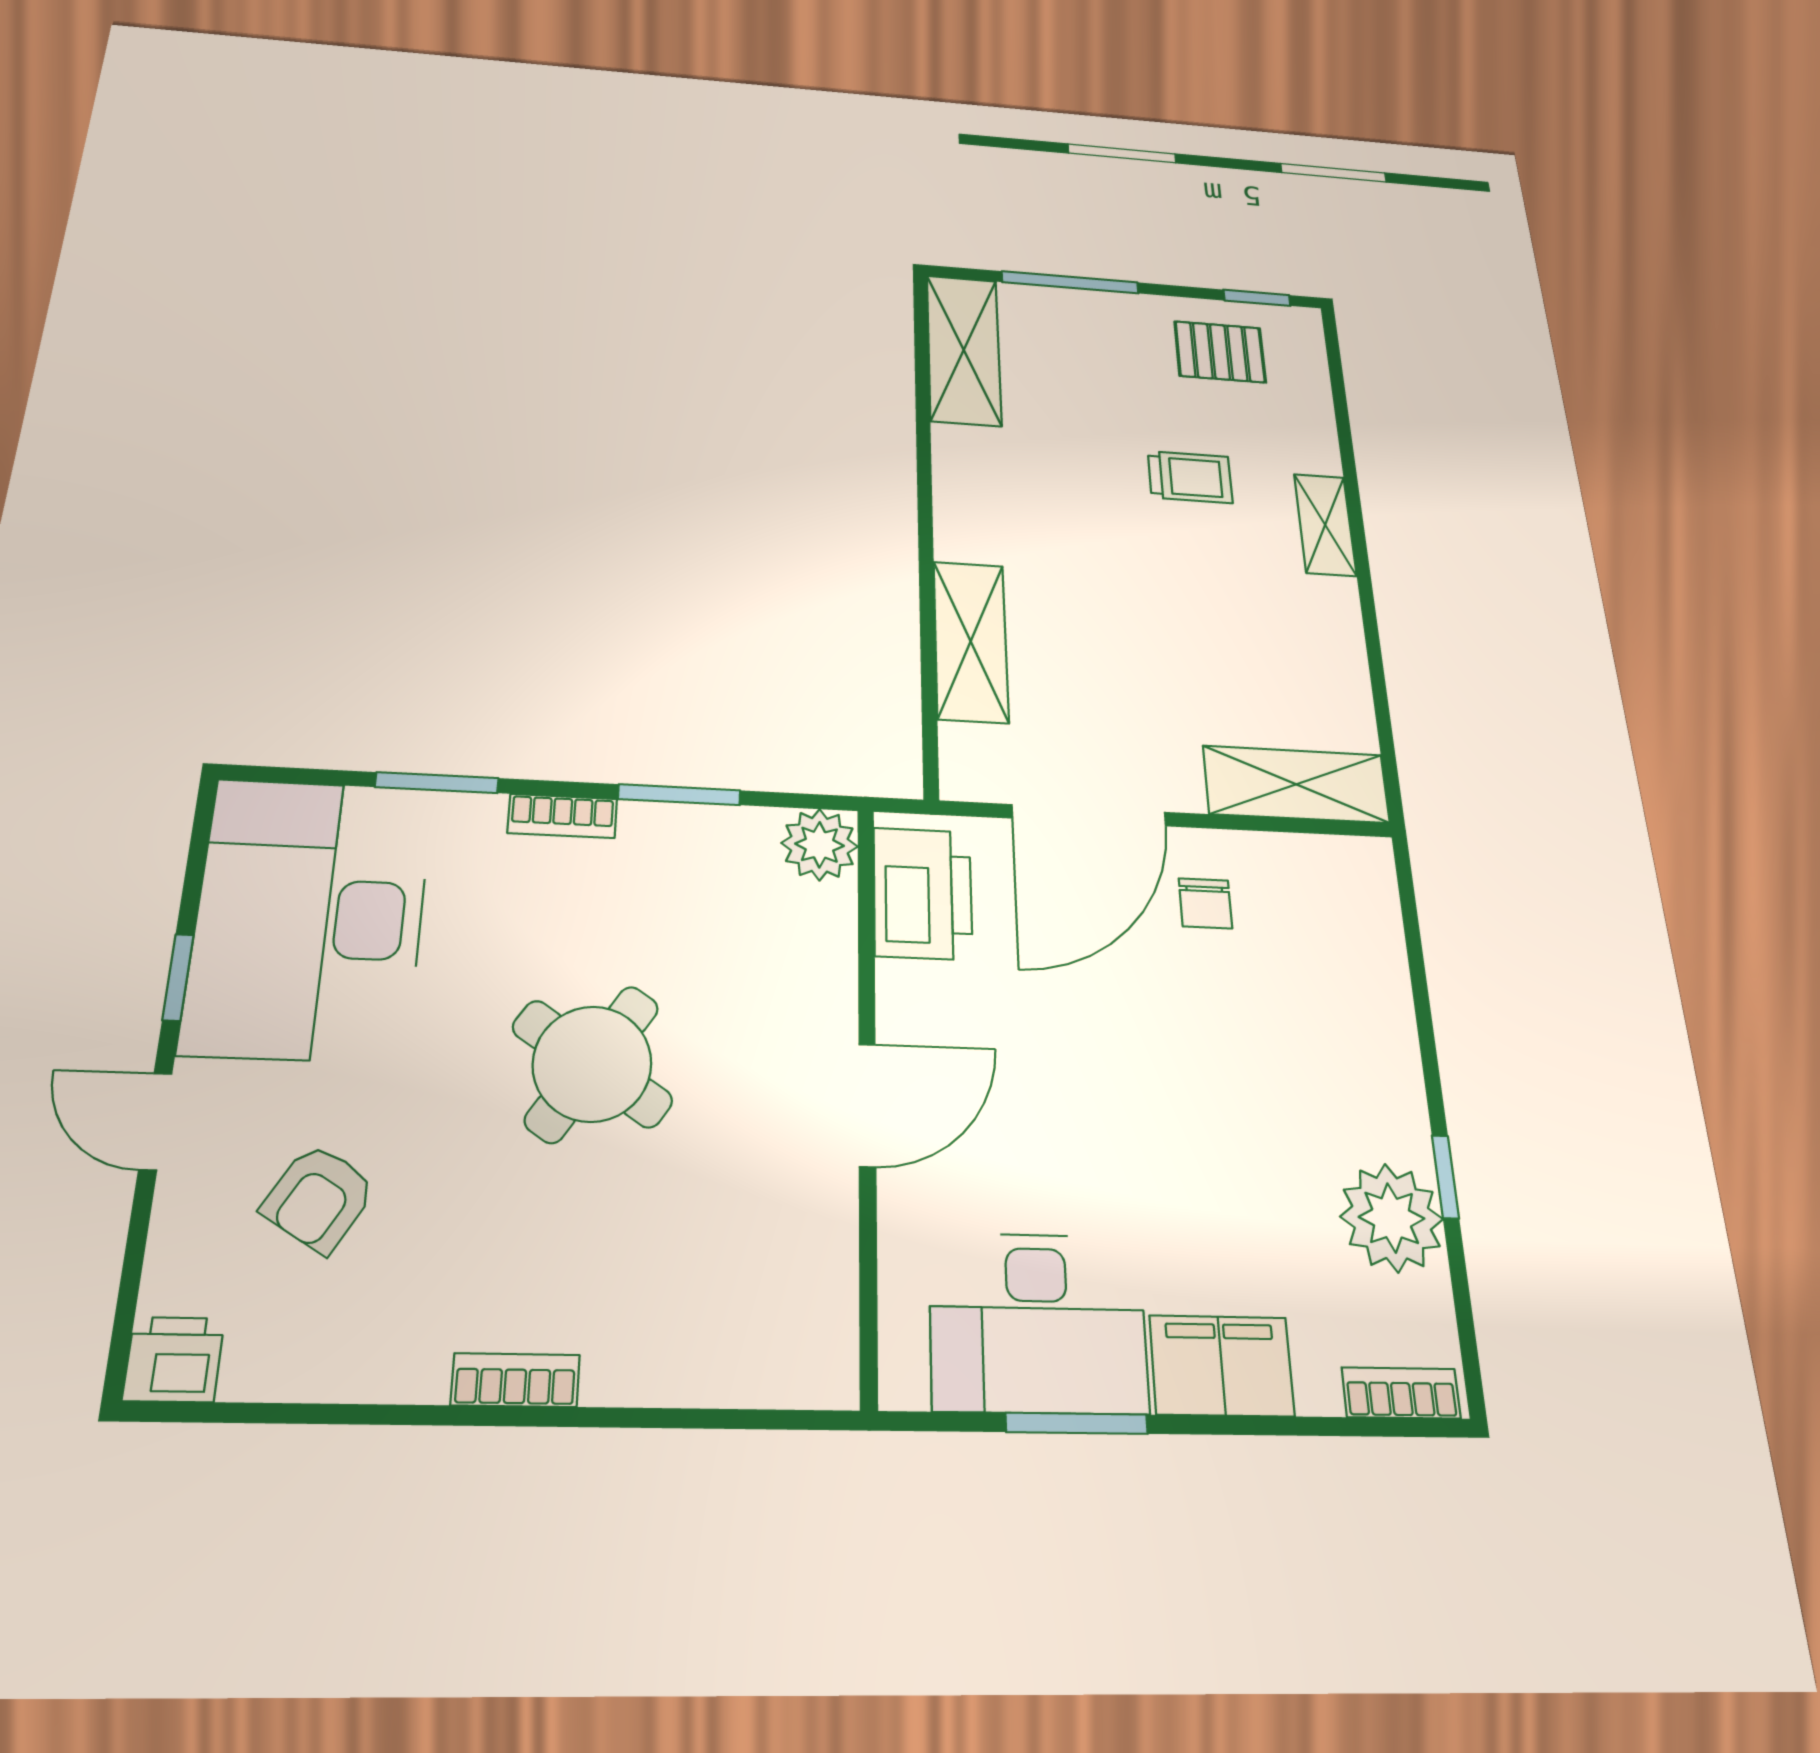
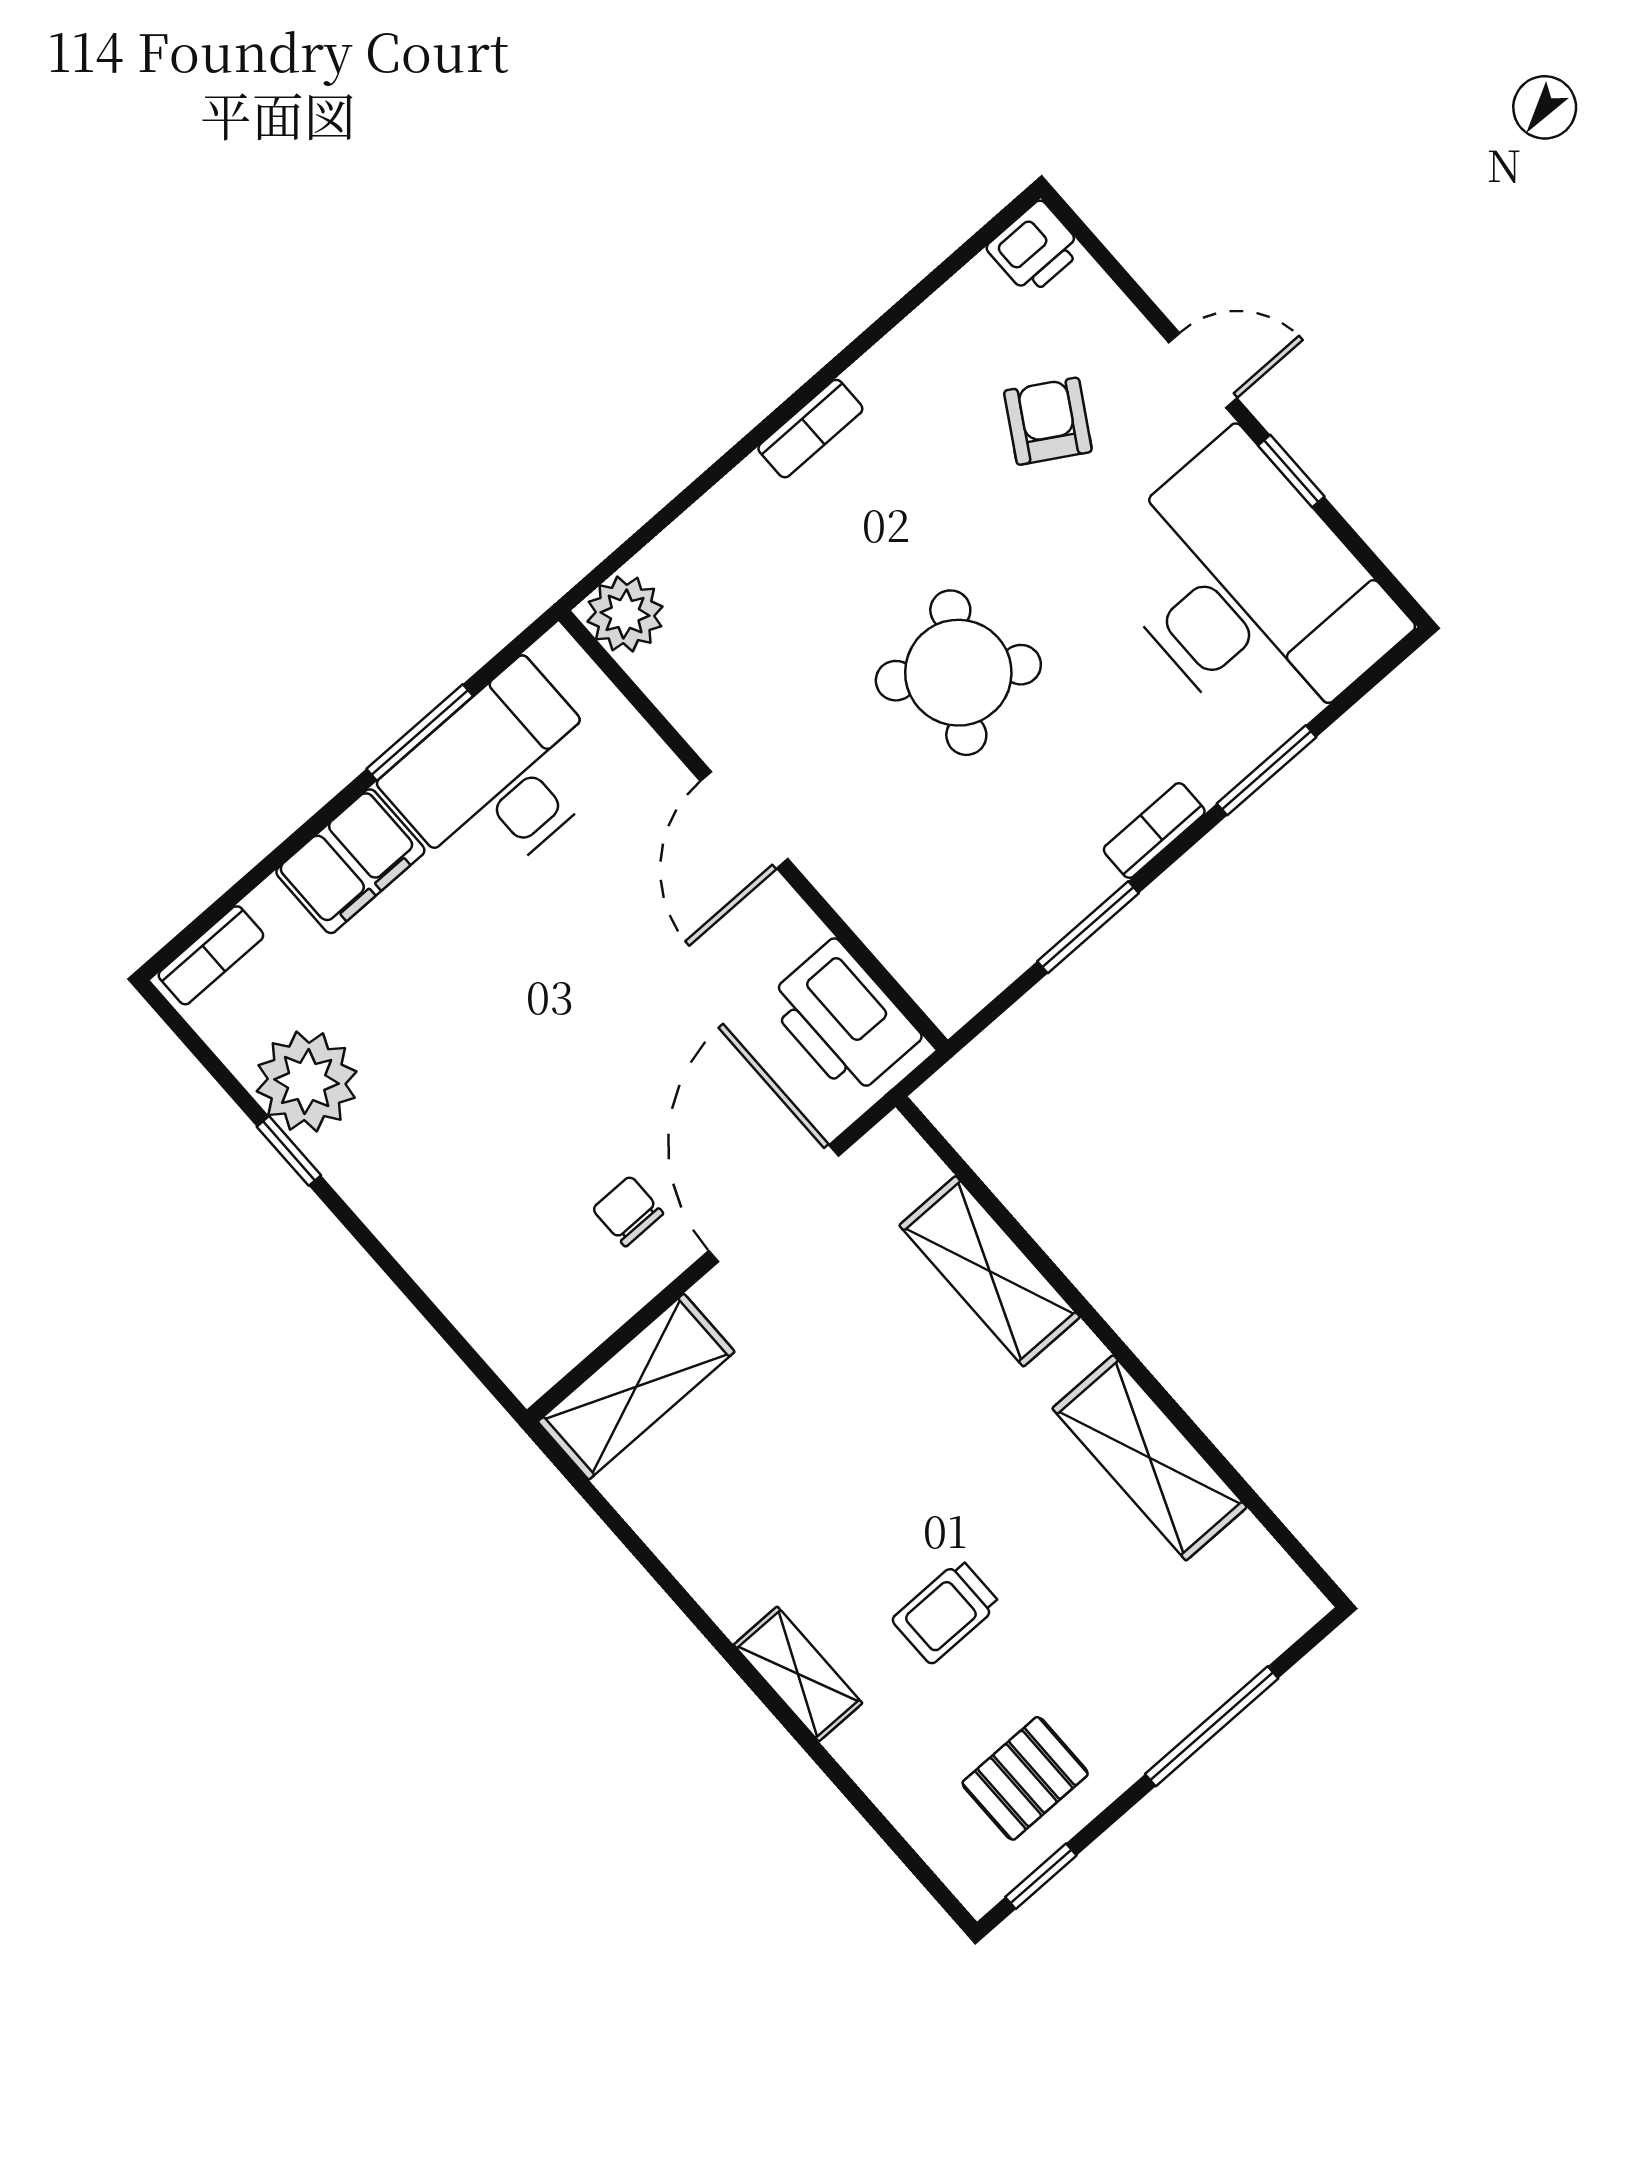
shelving: (964, 350) -> (1150, 1458), moved
plant: (820, 845) -> (625, 614), moved

